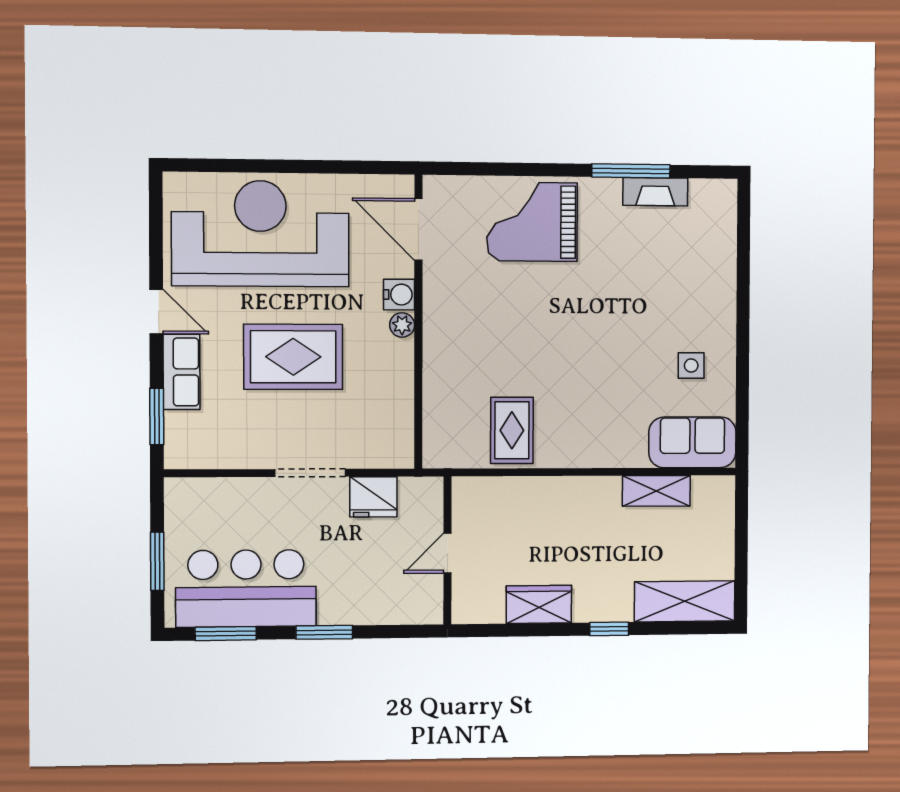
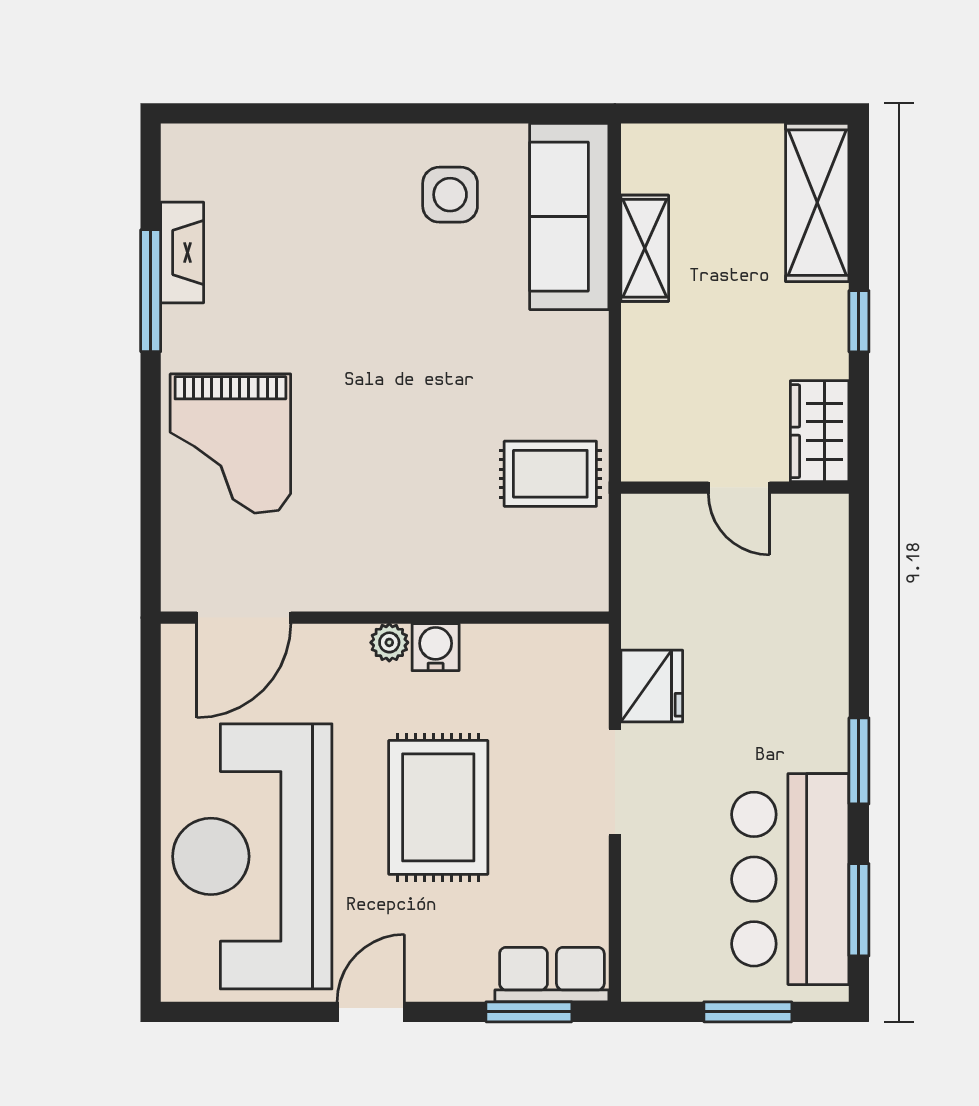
water cooler: (399, 295) -> (436, 647), moved
side table: (691, 365) -> (450, 195), width x1.37, depth x1.37
row of seats: (182, 372) -> (552, 975), moved
sofa: (692, 442) -> (569, 217), width x1.36
wall: (447, 550) -> (735, 488), moved
door: (447, 553) -> (739, 488), moved

